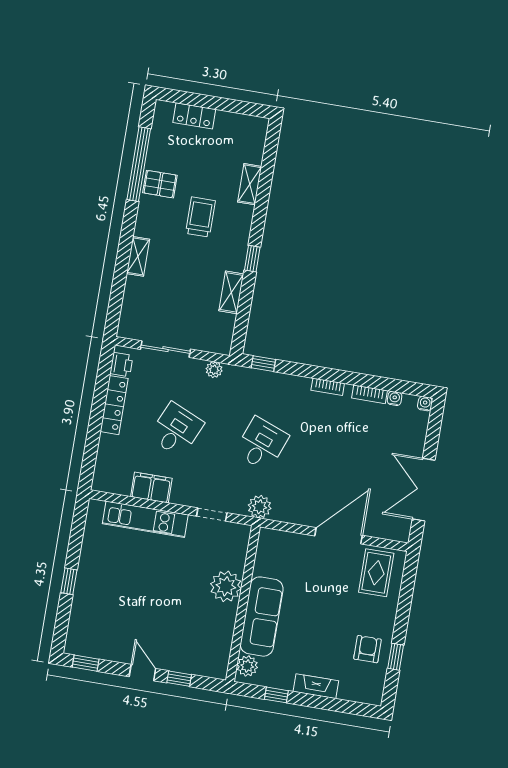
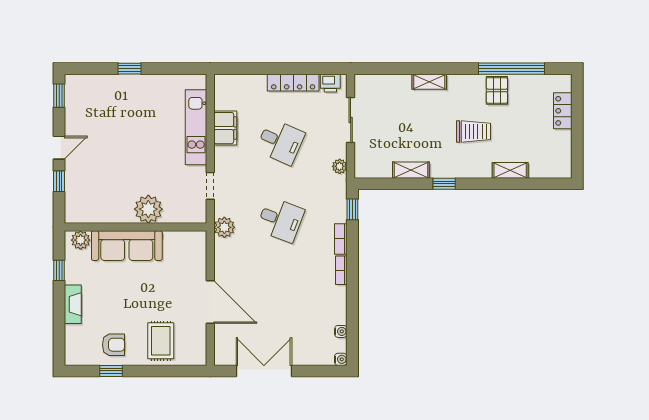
bookcase: (369, 394) -> (341, 239), moved
rug: (376, 573) -> (161, 341), moved, turned 90

